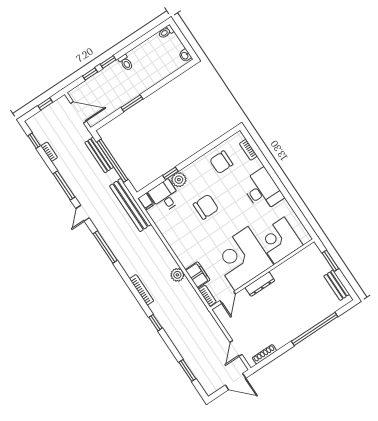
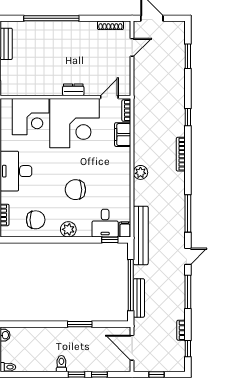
window: (170, 173) -> (110, 240), moved
plant: (179, 180) -> (68, 229), moved
plant: (177, 275) -> (140, 172), moved
dresser: (260, 284) -> (73, 90), width x0.70

